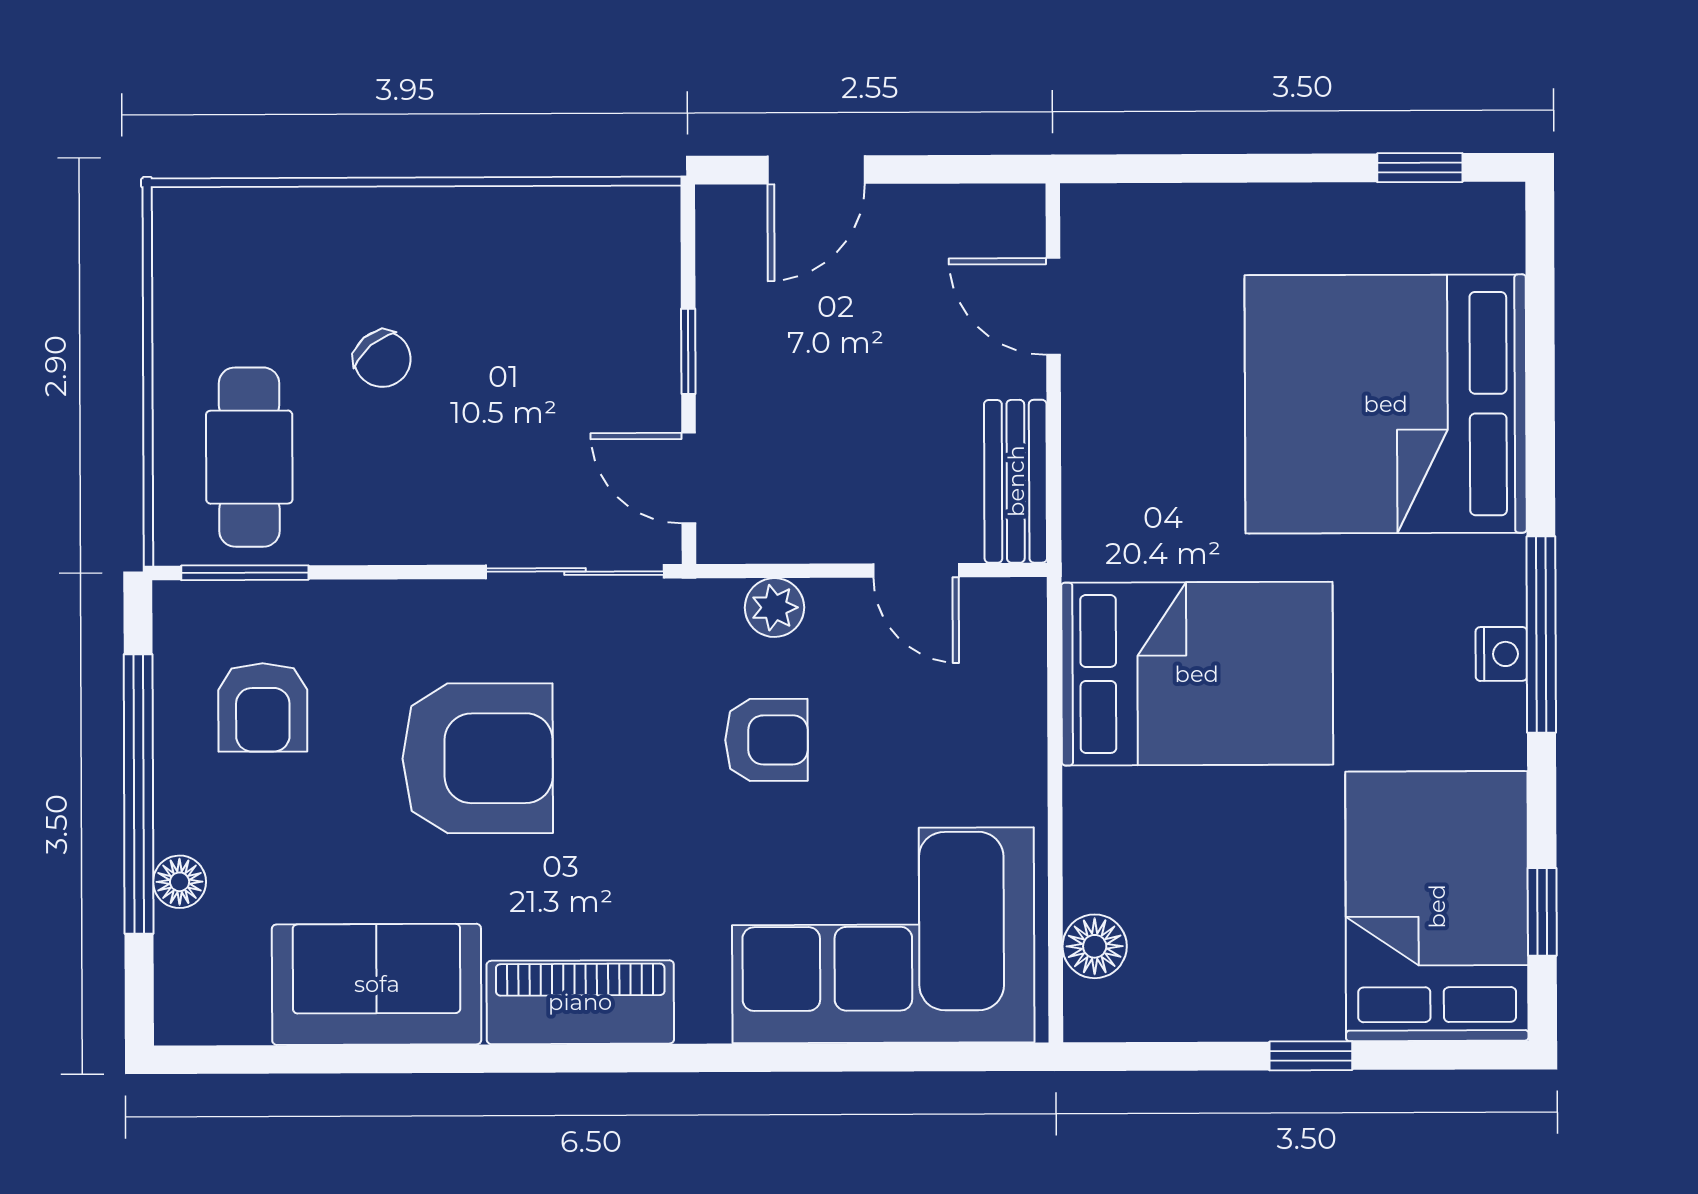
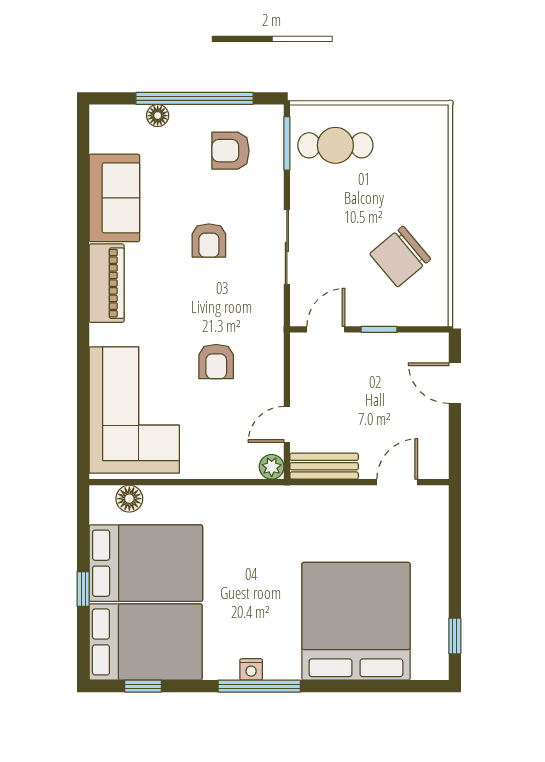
chair: (382, 359) -> (400, 256), moved, width x1.87, depth x1.87
sliding door: (575, 572) -> (287, 247), moved
plant: (774, 608) -> (272, 467), moved
bed: (1197, 674) -> (146, 563), moved, turned -90
armchair: (478, 758) -> (209, 241), width x0.53, depth x0.53

